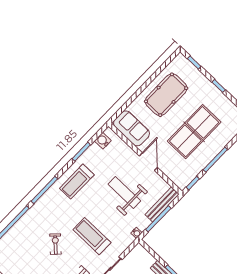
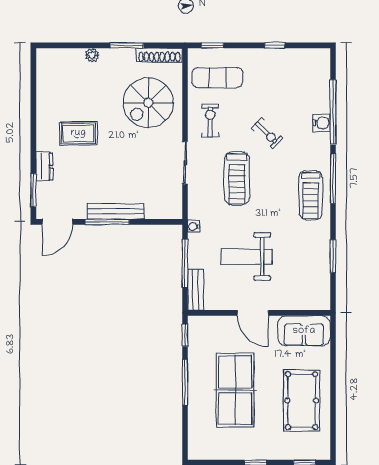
water cooler: (103, 141) -> (322, 123), moved
treadmill: (77, 182) -> (311, 195), moved, turned 180
weight bench: (124, 193) -> (247, 257), turned 180
bench: (162, 204) -> (195, 290), width x0.73
treadmill: (92, 236) -> (237, 178), turned 90

